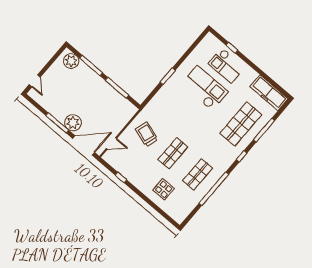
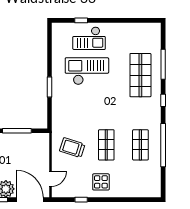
freezer: (269, 93) -> (141, 31), removed
door: (84, 145) -> (30, 200), hinge flipped
display table: (164, 189) -> (101, 182), moved

